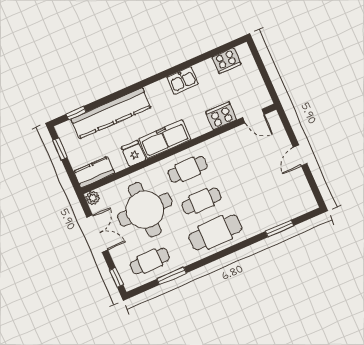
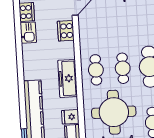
kitchen sink: (183, 80) -> (28, 33), moved
fridge: (134, 153) -> (70, 117), moved

